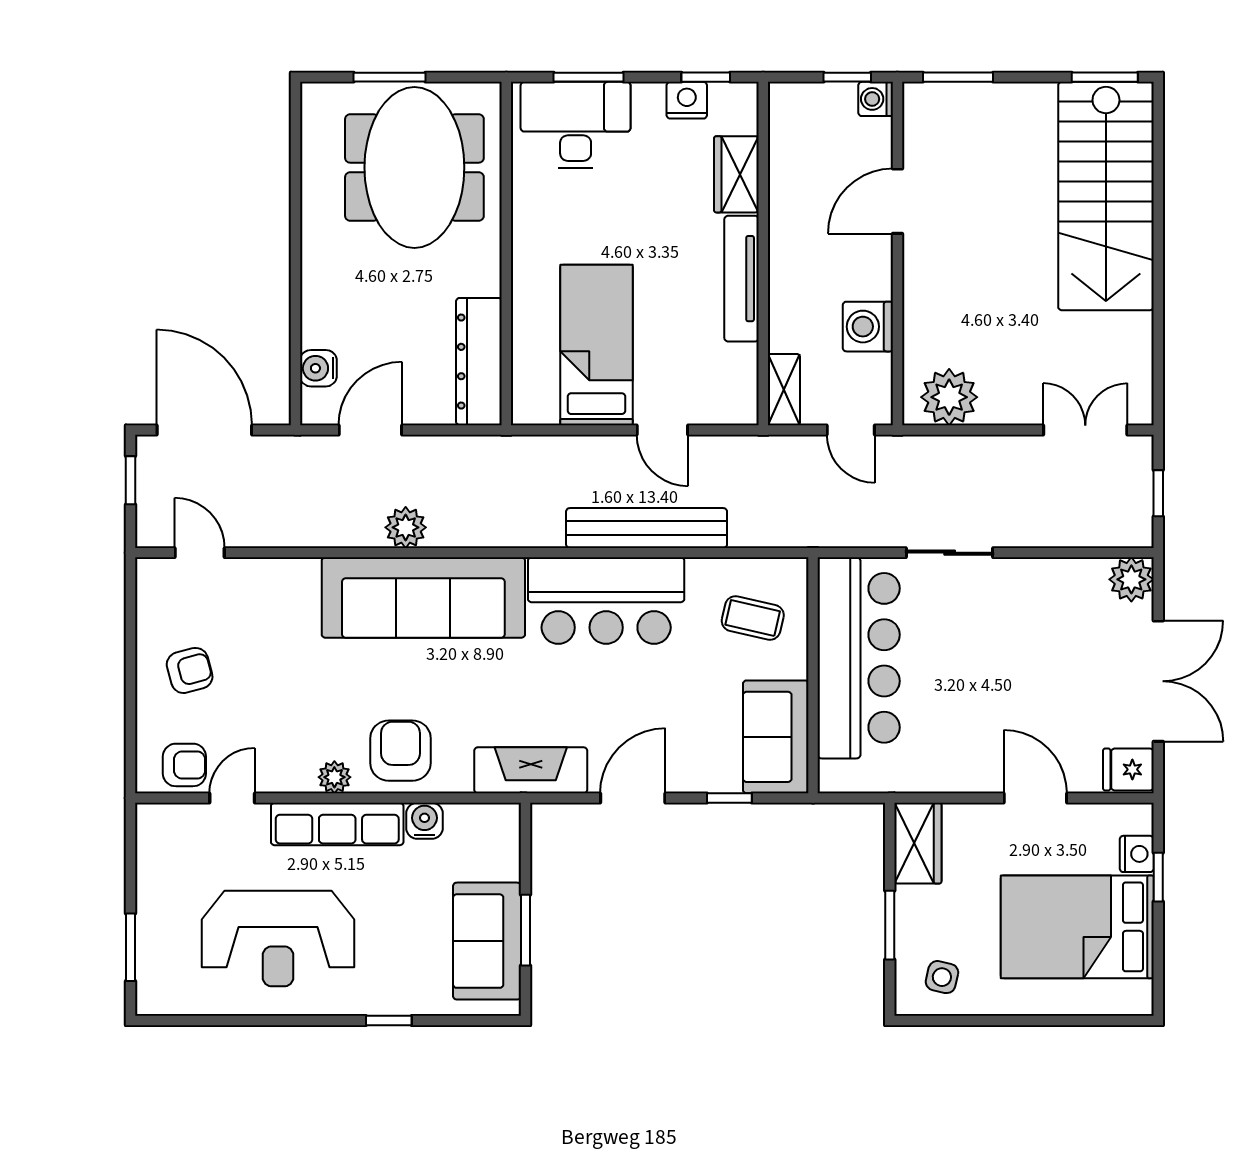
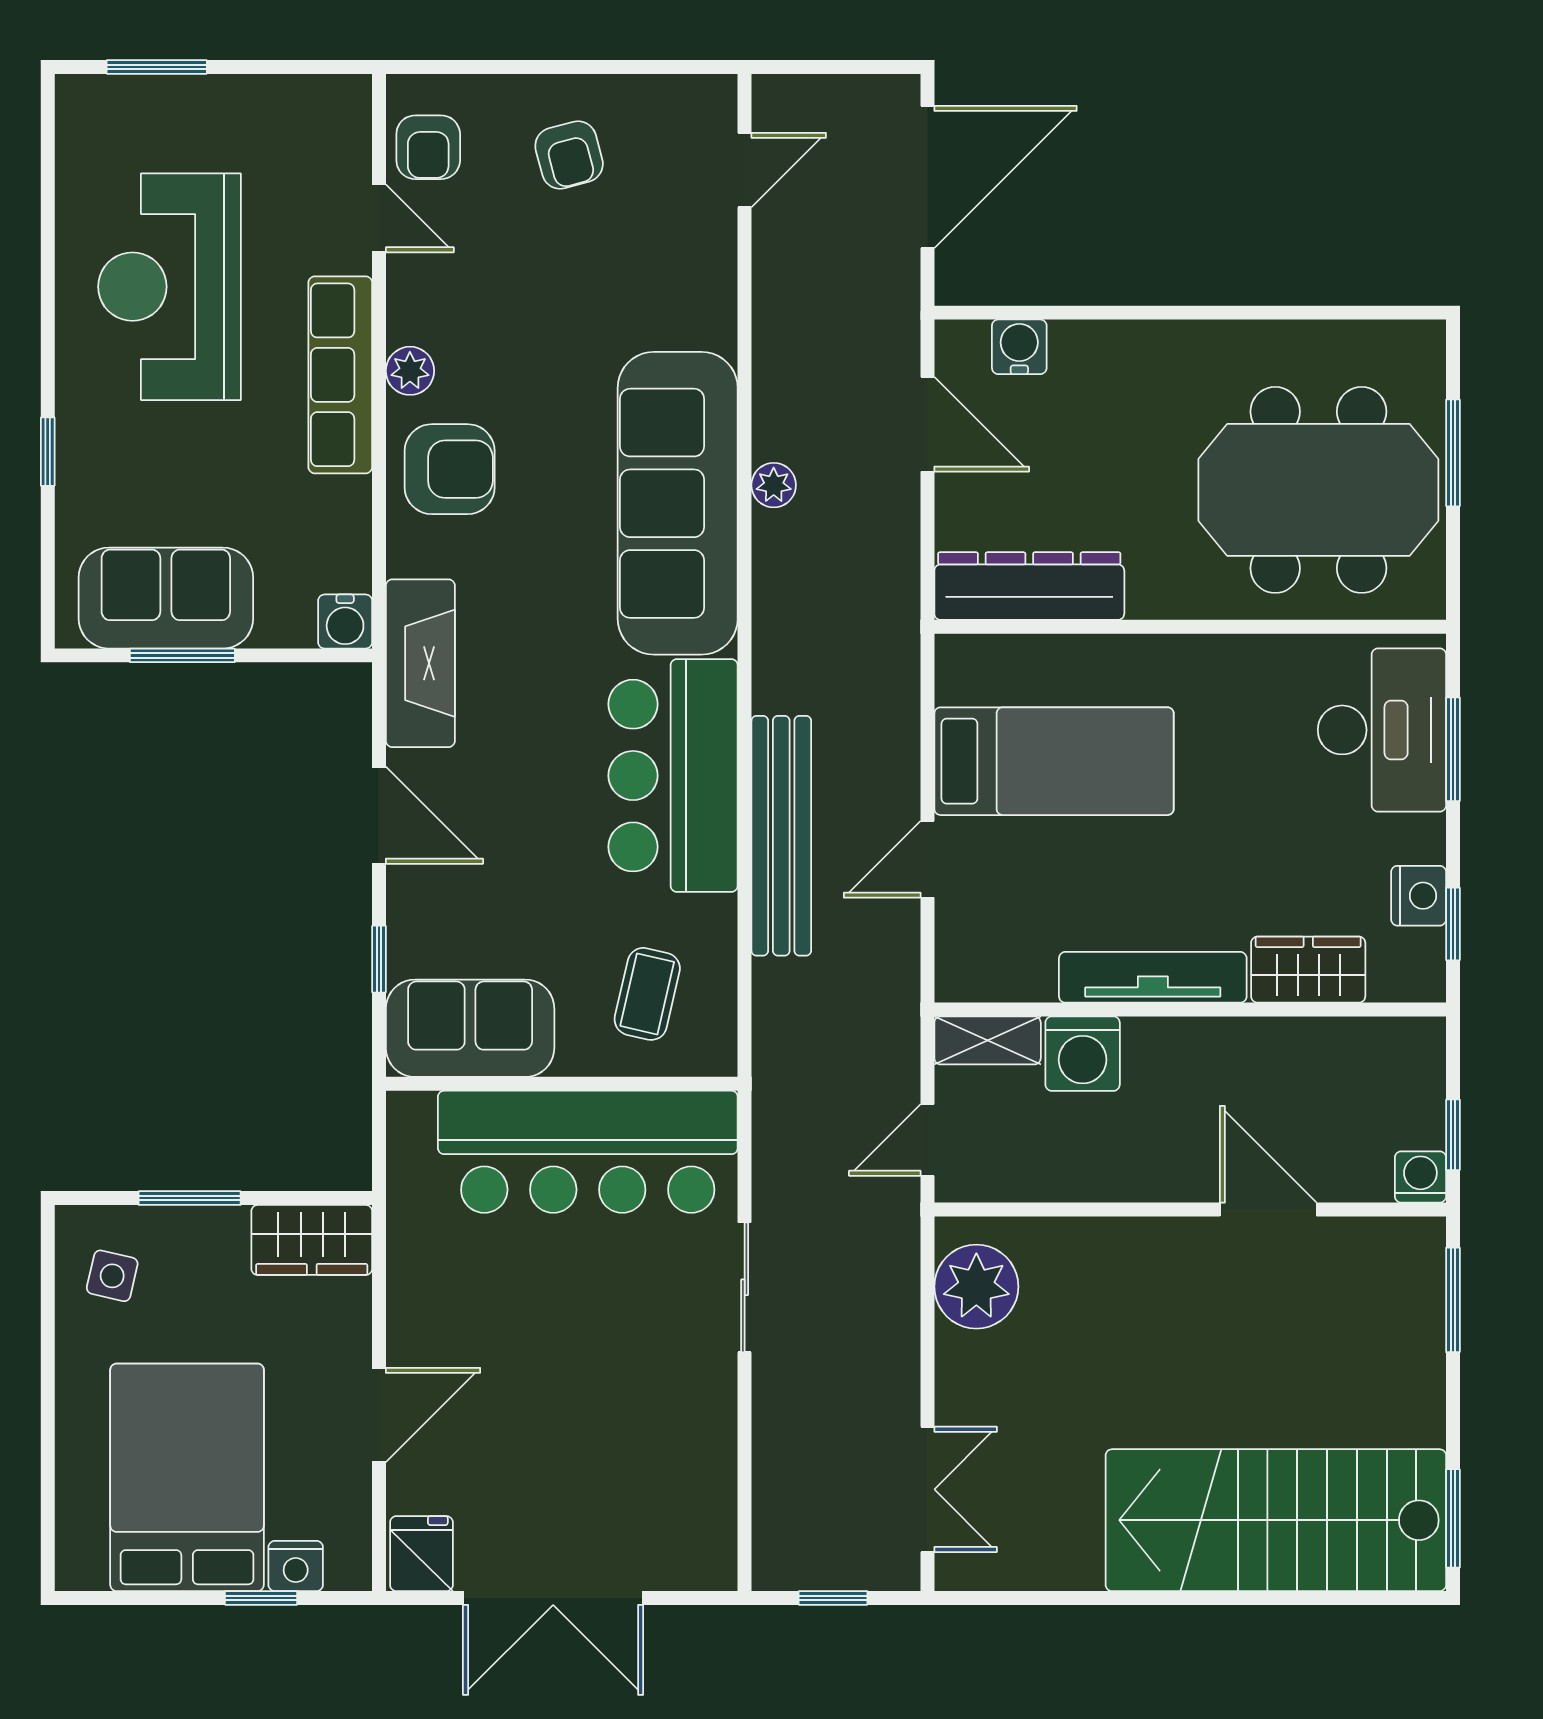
washing machine: (868, 327) -> (1083, 1054), moved, turned 180
window: (131, 480) -> (853, 67), removed
plant: (406, 527) -> (774, 485), width x0.73, depth x0.73
plant: (1131, 579) -> (705, 1558), removed
water cooler: (425, 821) -> (345, 621), moved, turned 90

